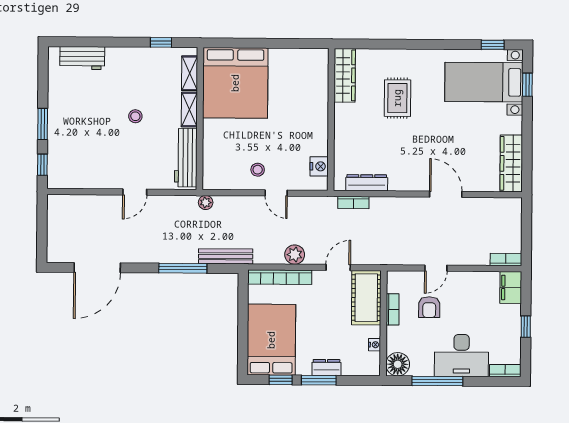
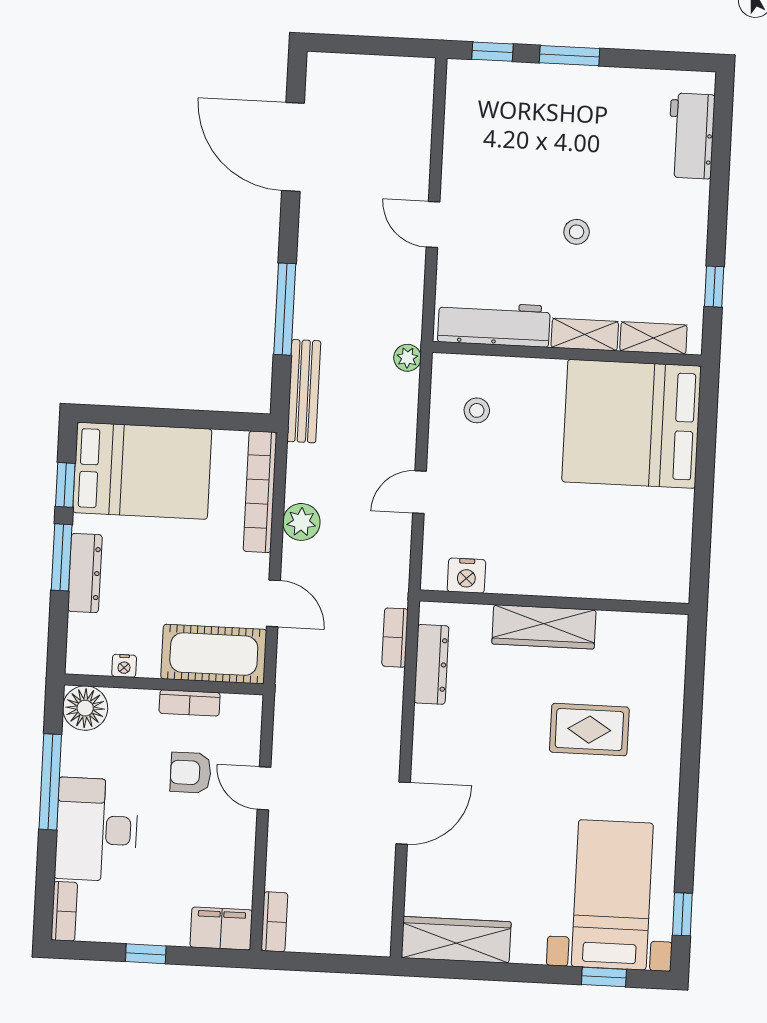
wardrobe: (345, 75) -> (544, 627), moved
stool: (258, 170) -> (477, 410), moved
dresser: (326, 367) -> (85, 573), width x1.44

